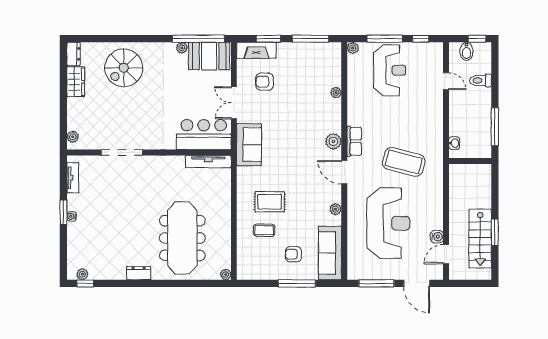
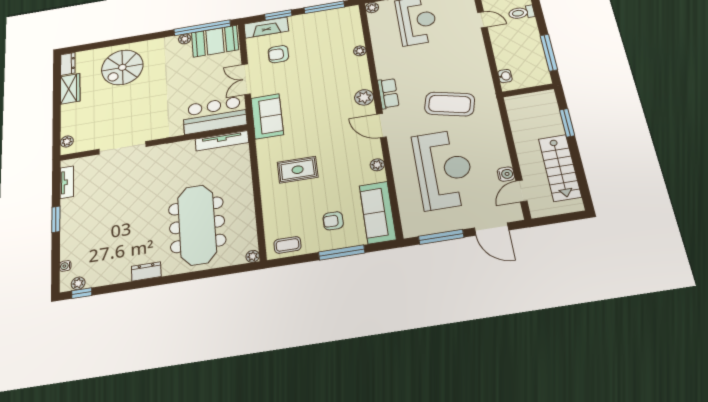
water cooler: (72, 216) -> (65, 266), moved
coffee table: (264, 230) -> (287, 245), moved
window: (495, 232) -> (567, 123), moved

